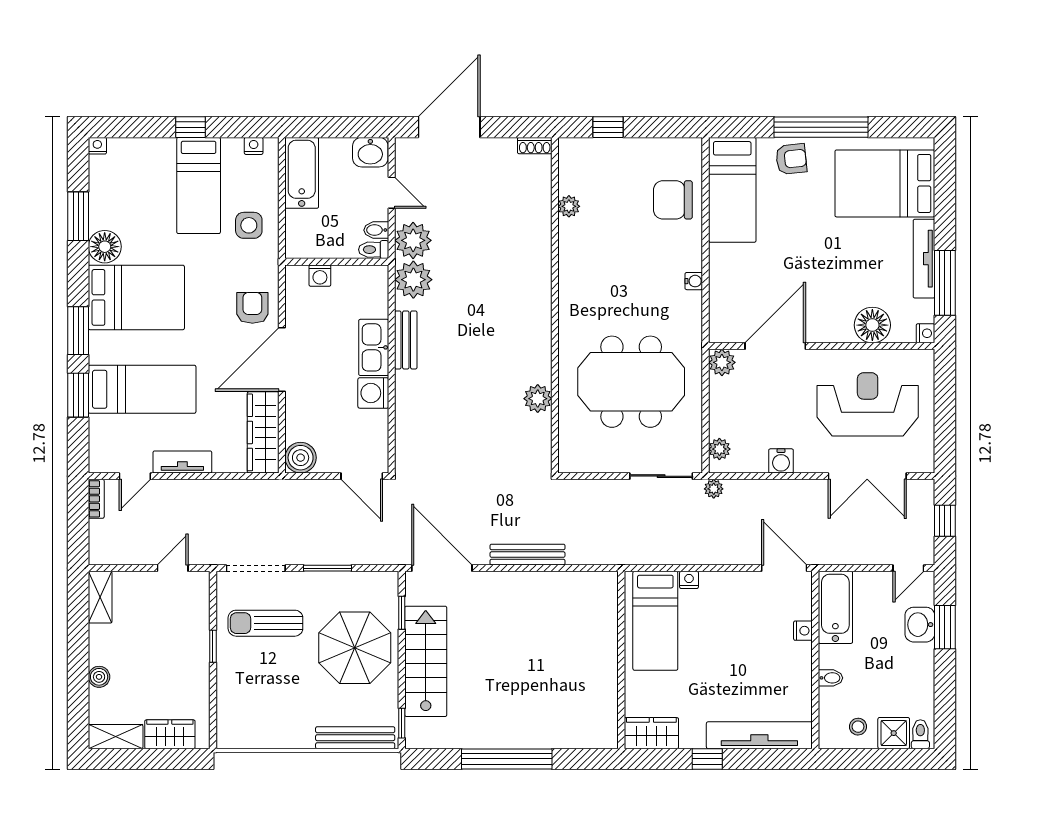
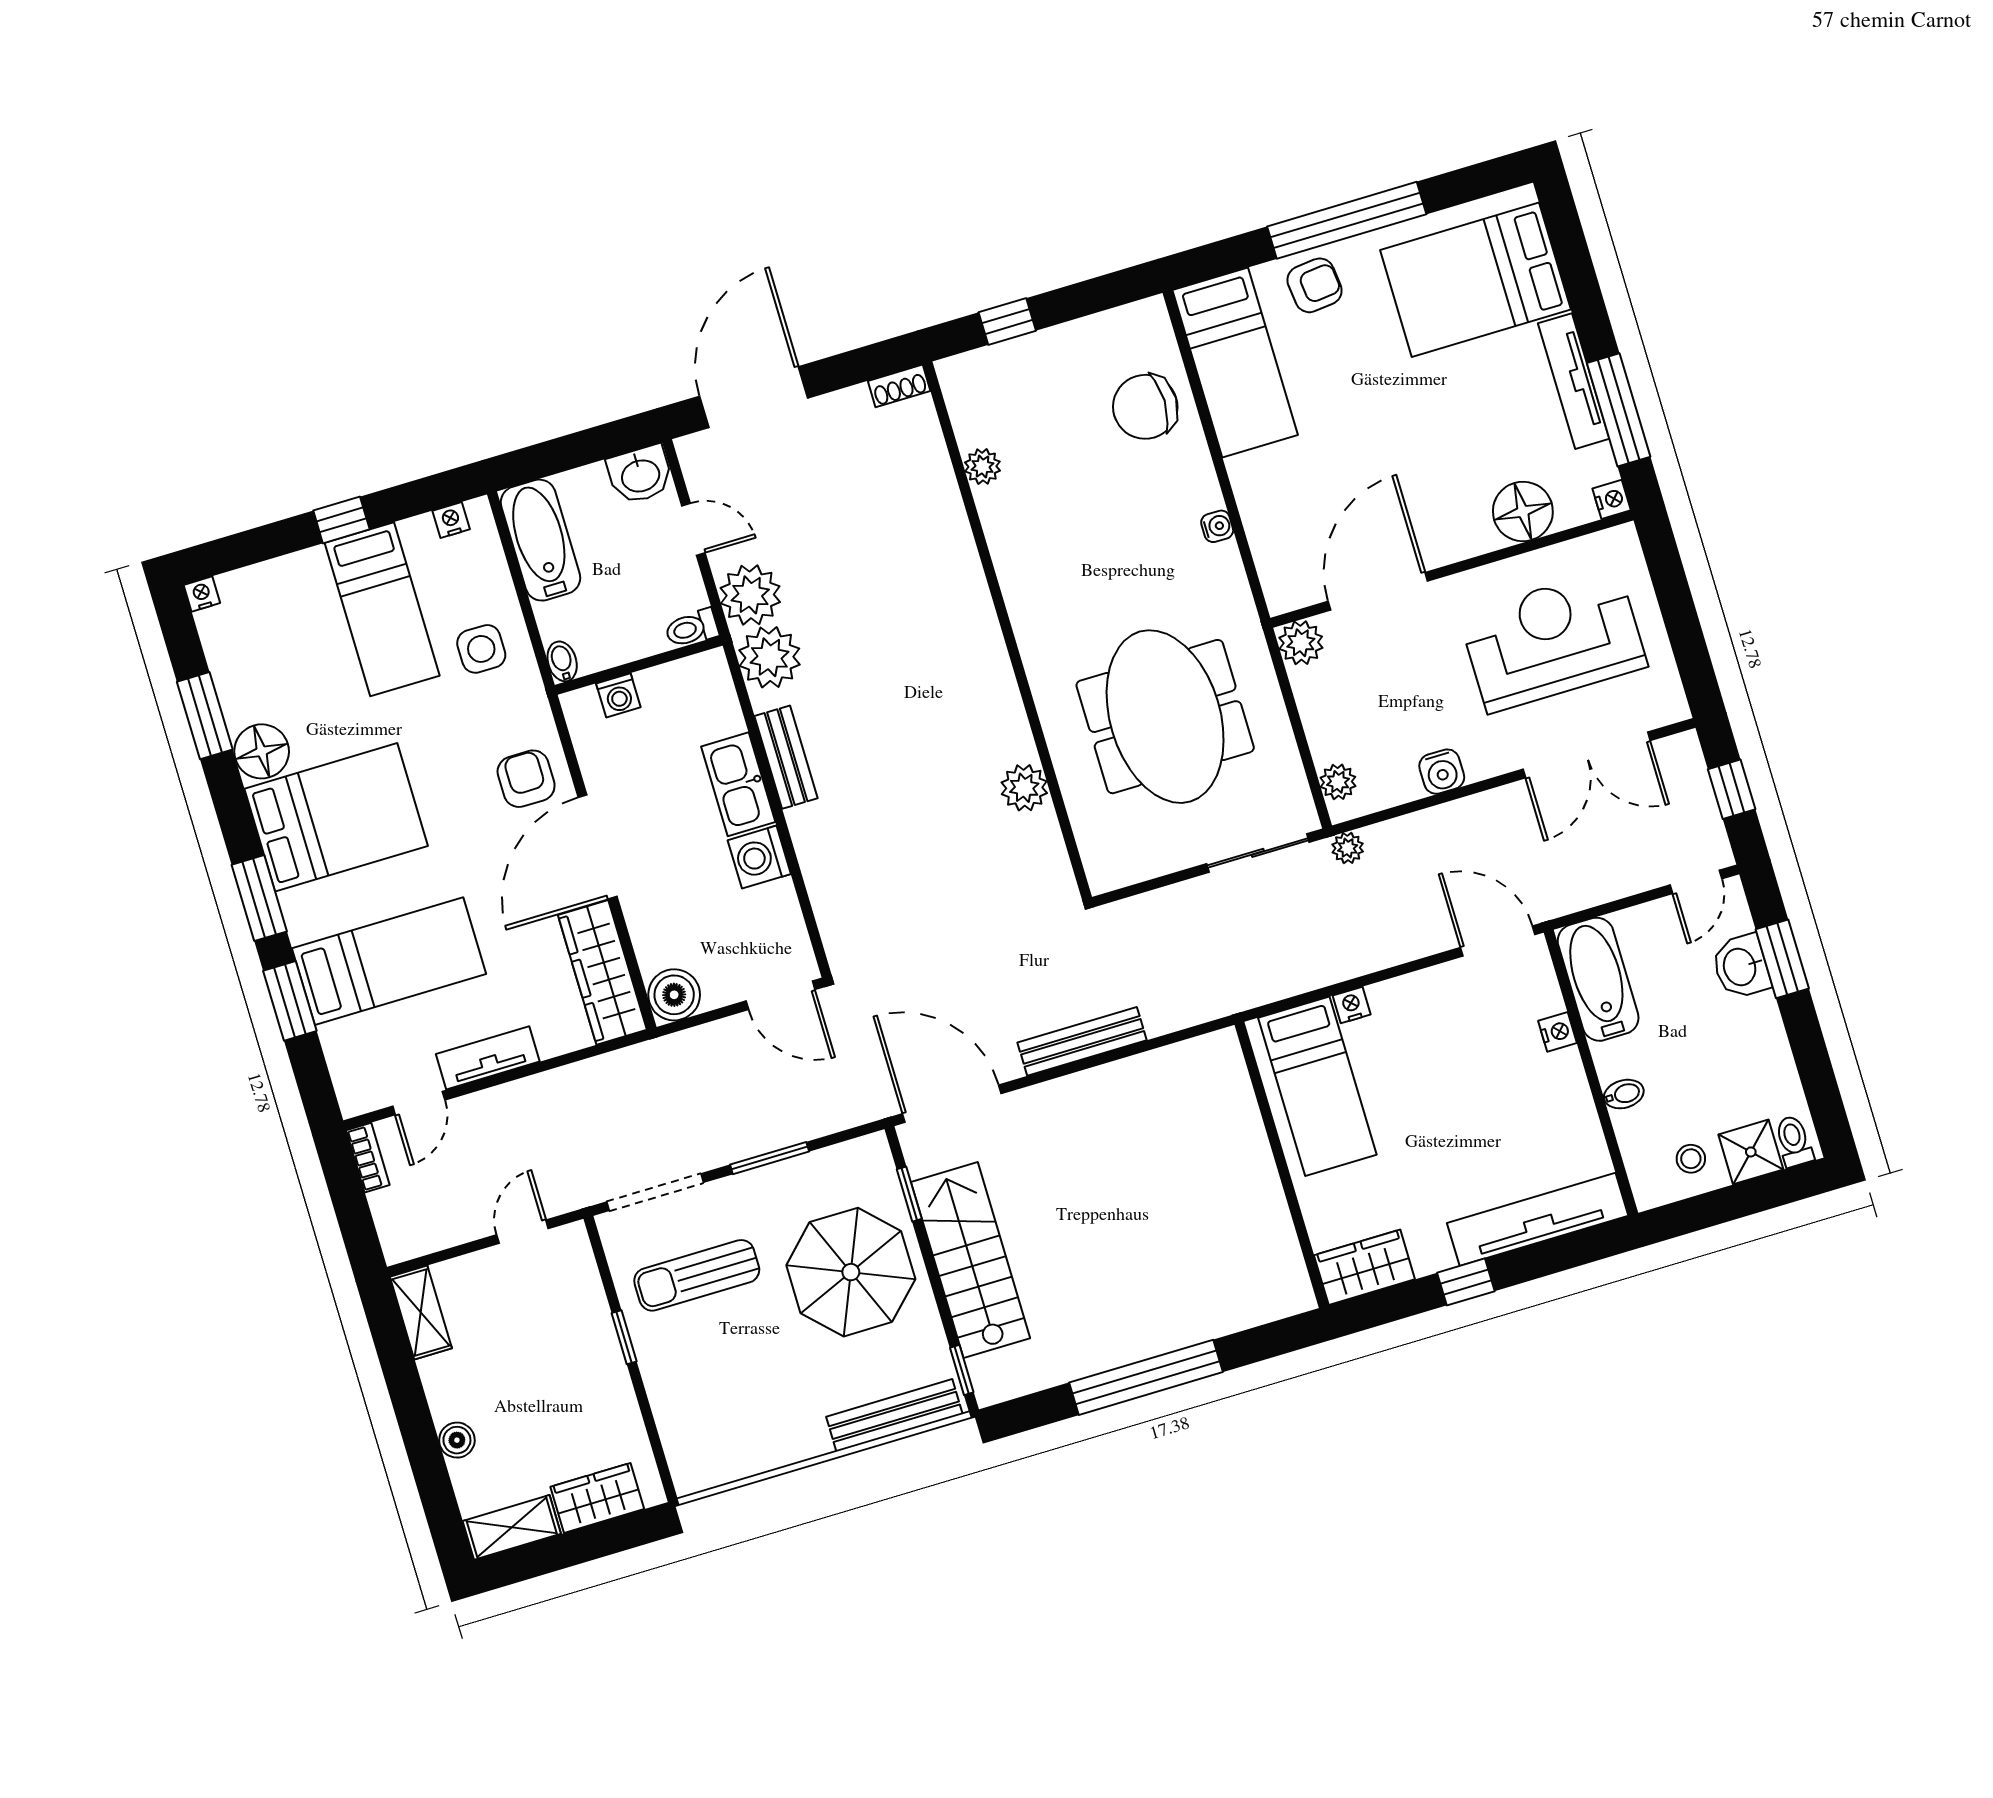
bidet: (376, 230) -> (562, 661), moved, turned 90
meeting table: (631, 382) -> (1165, 717), turned 90

